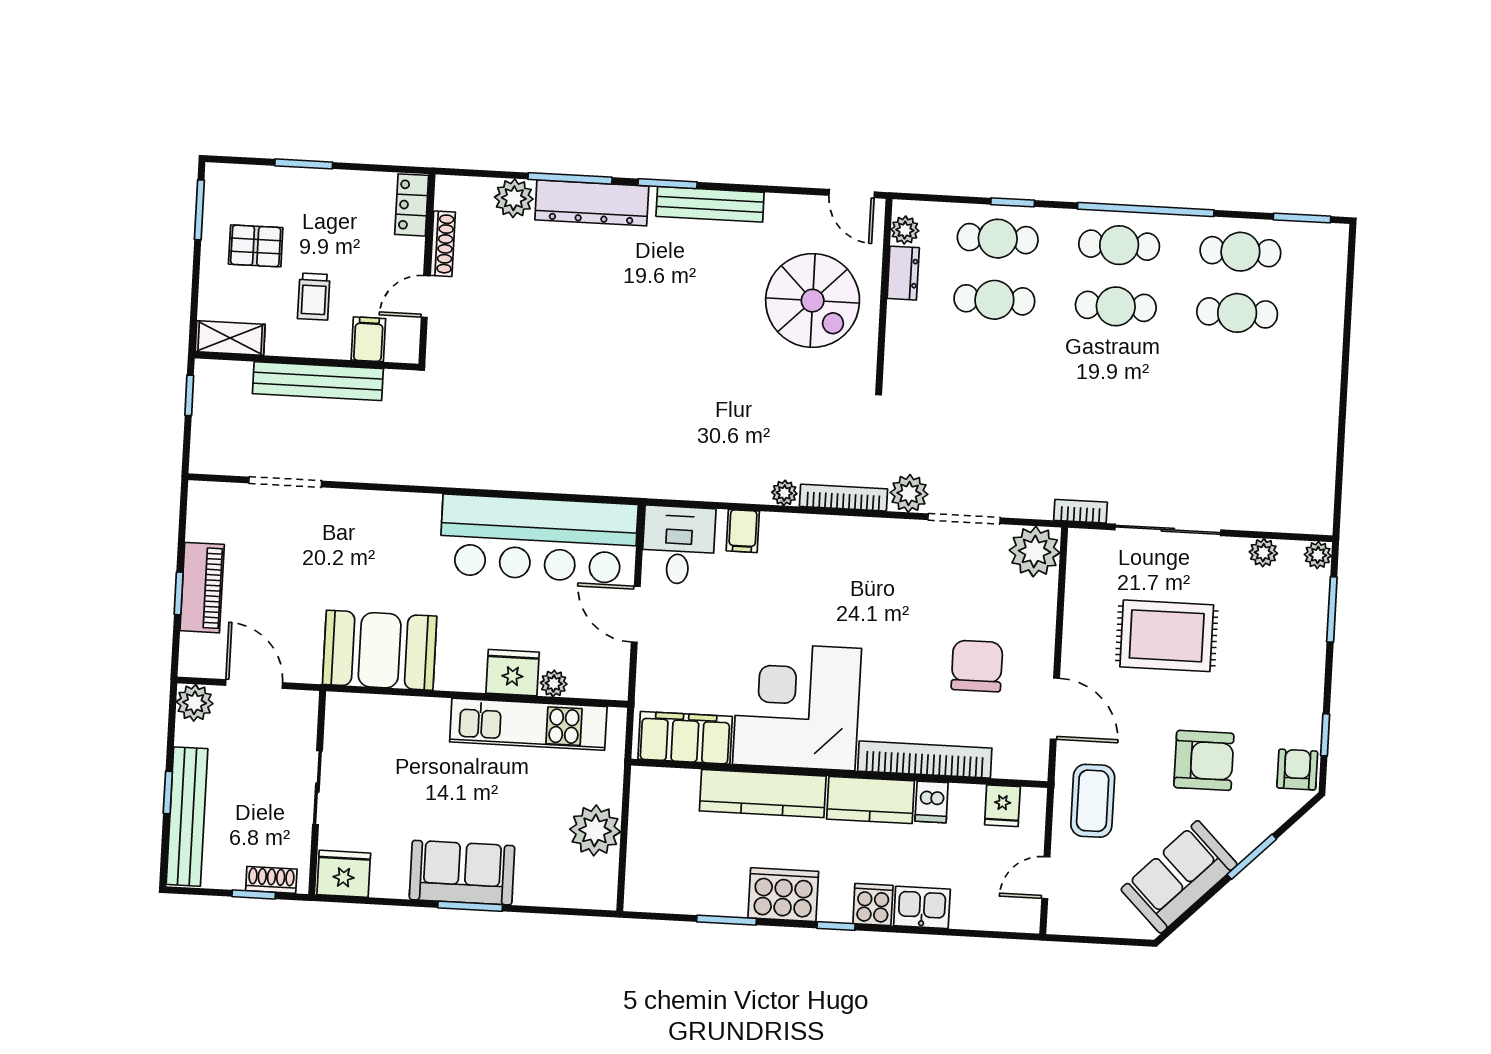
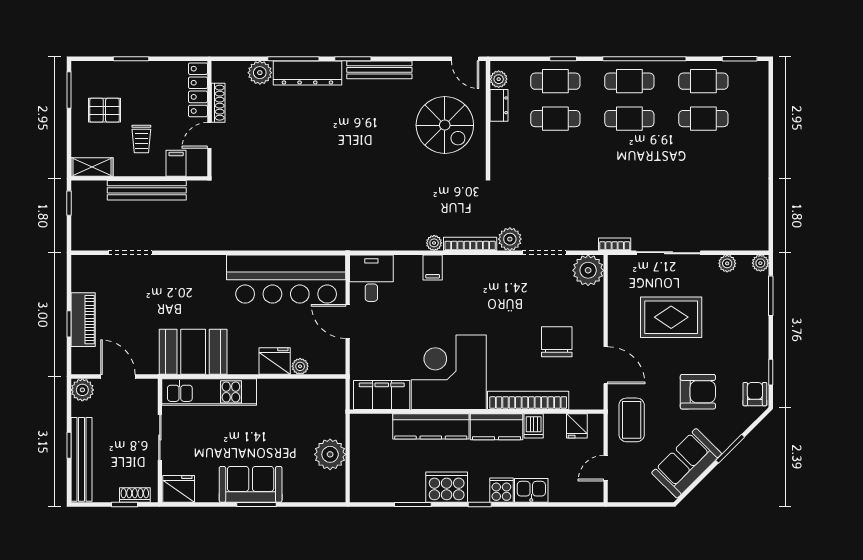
locker: (412, 205) -> (198, 90), width x1.53
filing cabinet: (743, 531) -> (433, 267), moved
kitchen unit: (528, 724) -> (209, 392), moved

